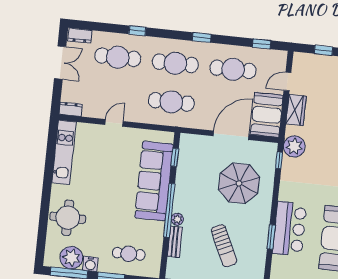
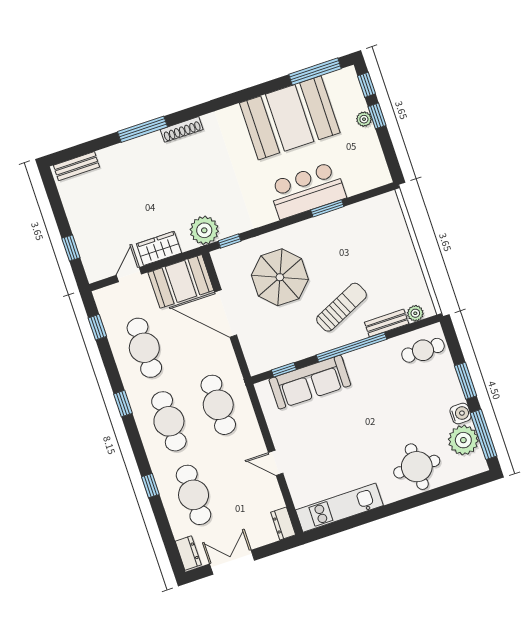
door: (287, 81) -> (129, 275), swing flipped
sofa: (154, 181) -> (310, 382), width x0.74, depth x0.79
plant: (177, 219) -> (415, 313), moved
sun lounger: (224, 246) -> (342, 307), moved
cafe table: (129, 254) -> (423, 350), moved, turned 90

